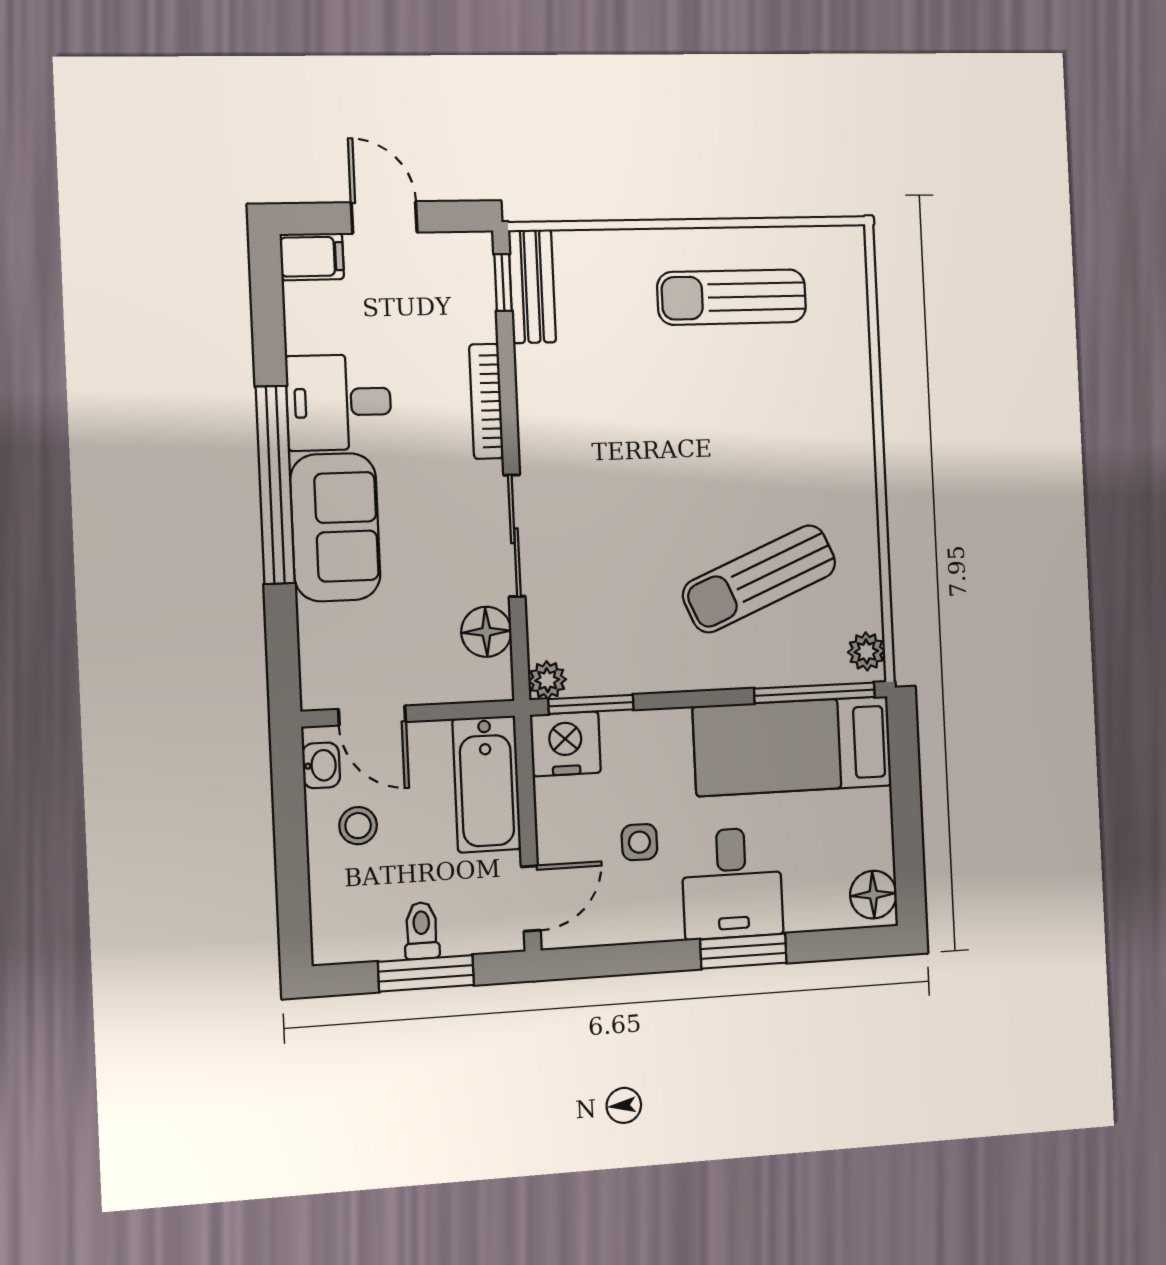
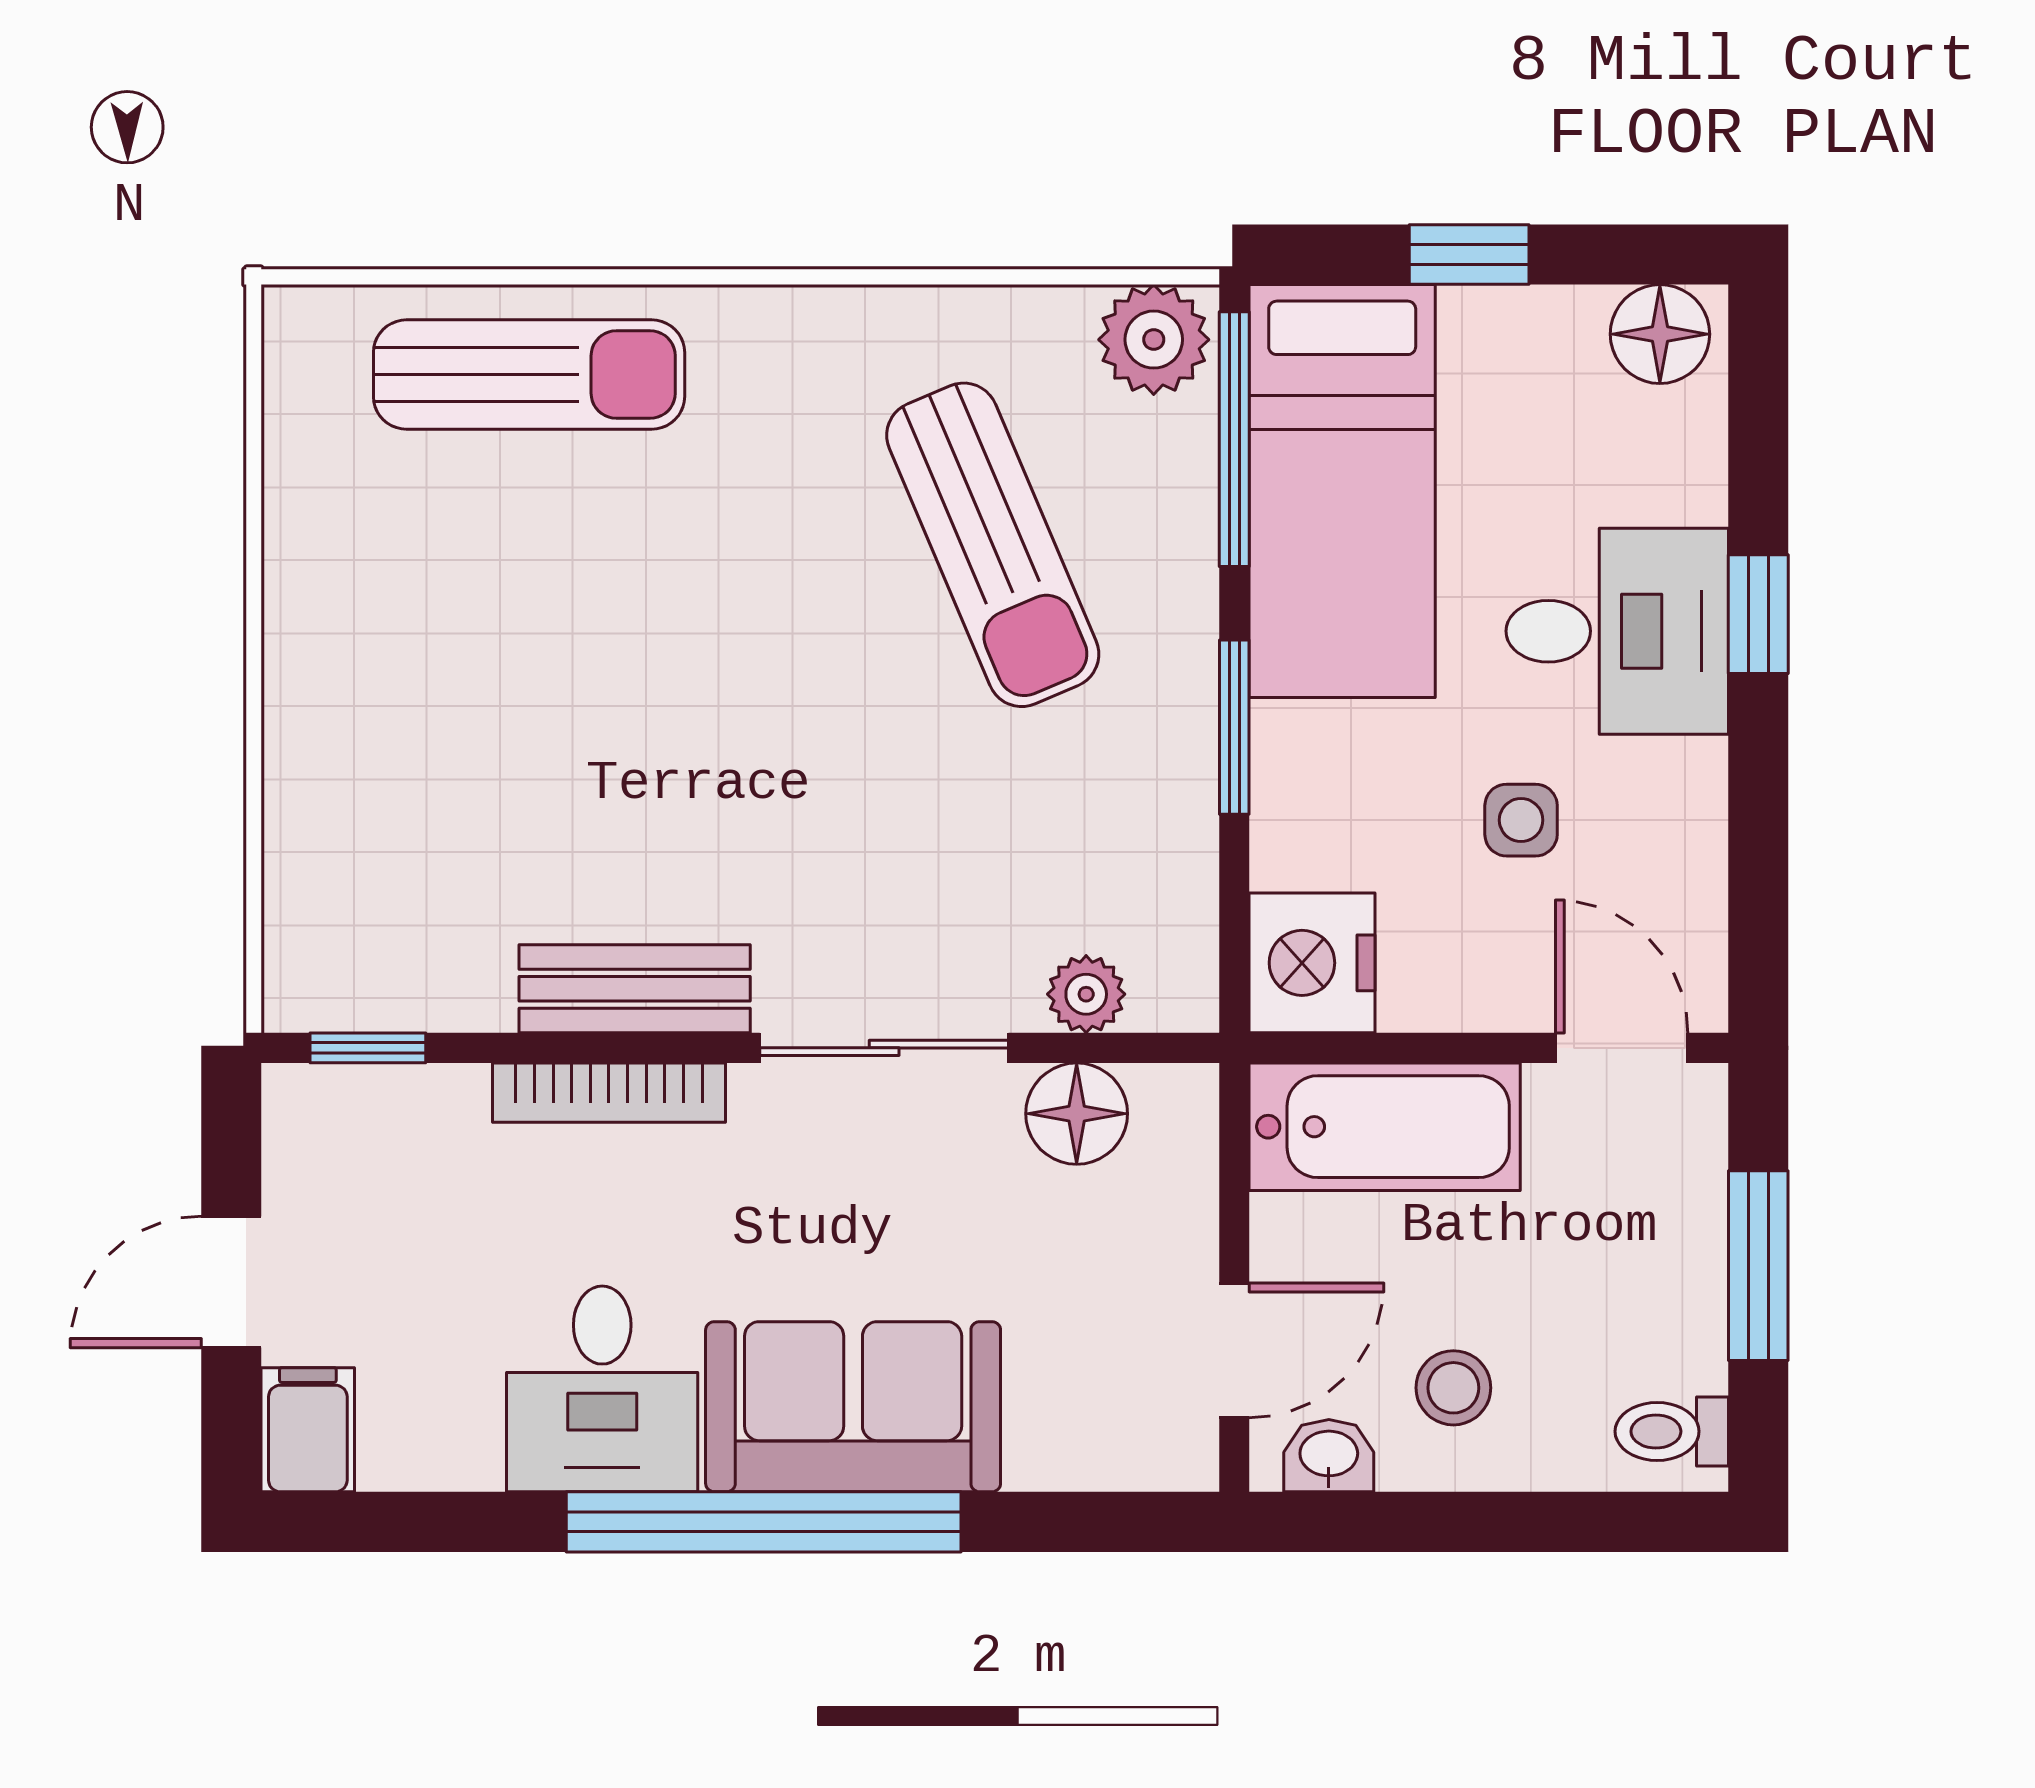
bench: (532, 286) -> (635, 989), moved
sun lounger: (732, 297) -> (529, 375), moved, turned -90
plant: (866, 651) -> (1154, 340), width x1.38, depth x1.38
plant: (547, 680) -> (1086, 994), moved
window: (591, 704) -> (1234, 727), moved
window: (906, 801) -> (1469, 254), added
toilet: (422, 931) -> (1672, 1431), moved
window: (743, 951) -> (1758, 614), width x0.67

